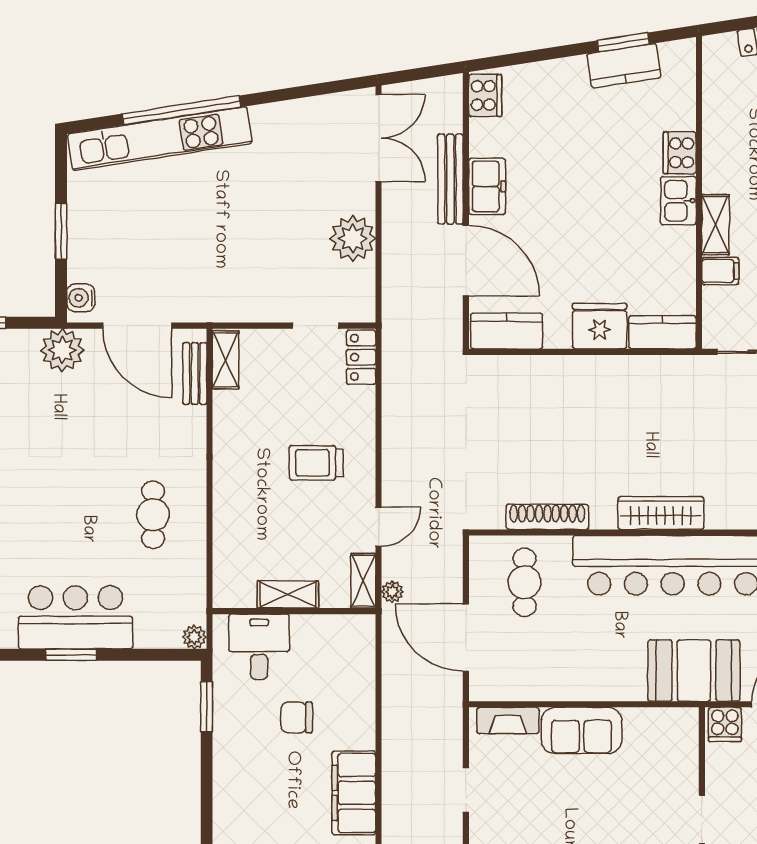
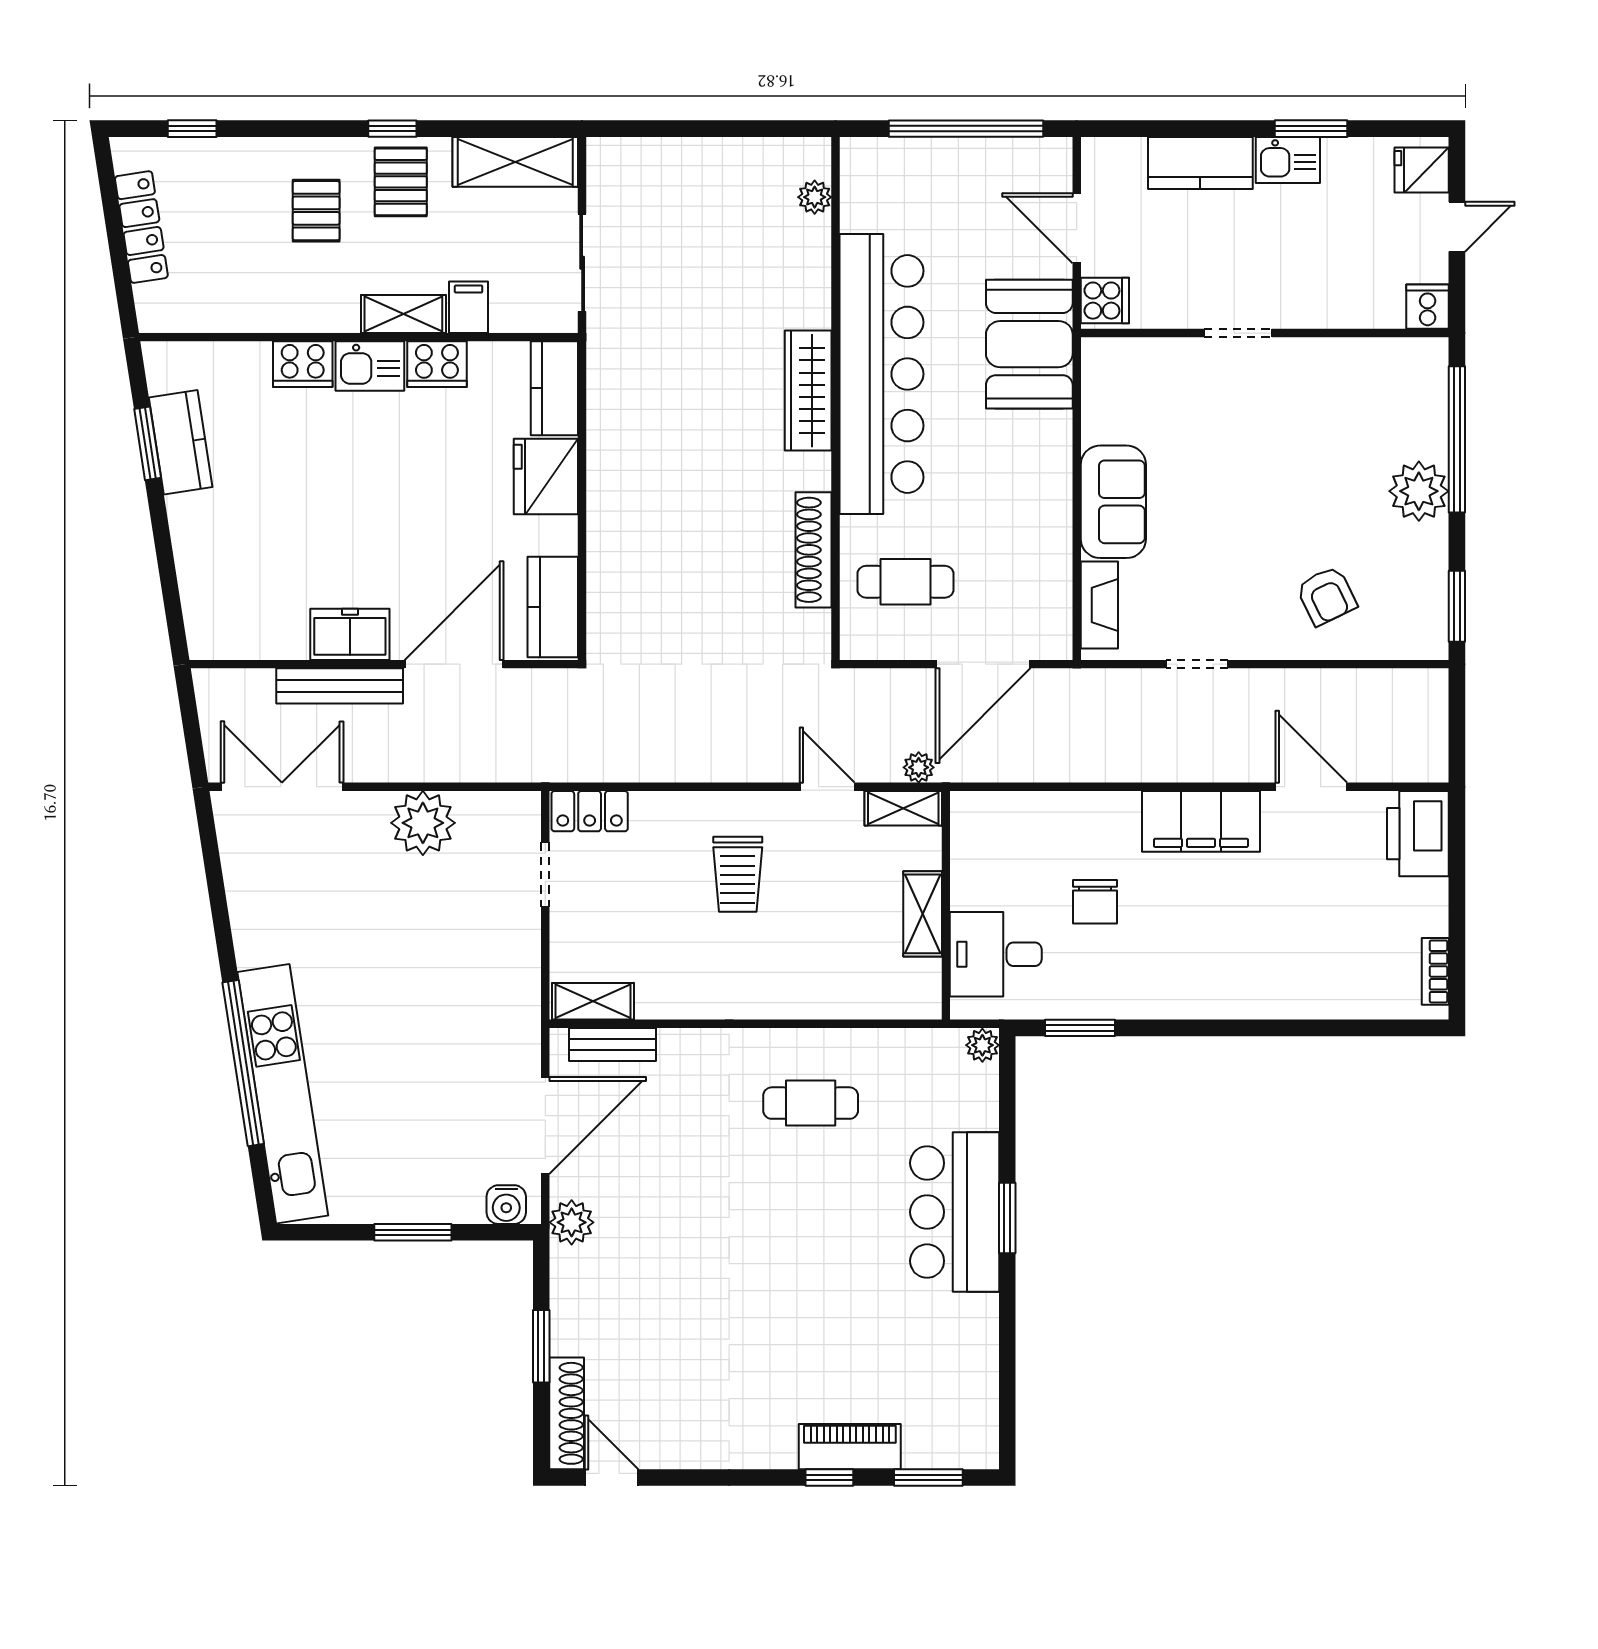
cooker: (485, 95) -> (437, 364), moved, turned 180
plant: (62, 350) -> (572, 1222), width x0.73, depth x0.73

